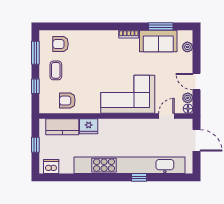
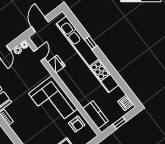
corner sofa: (128, 94) -> (53, 101), moved
door: (166, 116) -> (39, 55), swing flipped
fridge: (89, 126) -> (56, 64), moved

